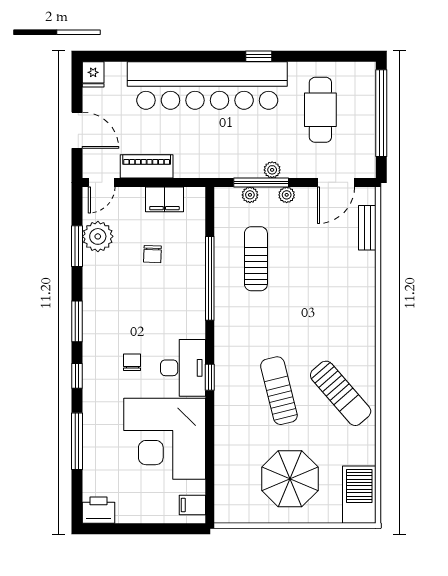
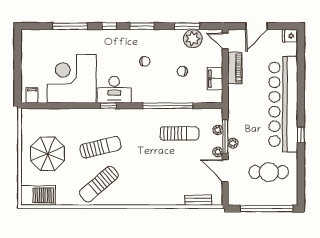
door: (336, 182) -> (225, 171), moved
chair: (132, 362) -> (145, 61), moved
printer: (98, 510) -> (29, 39), removed

